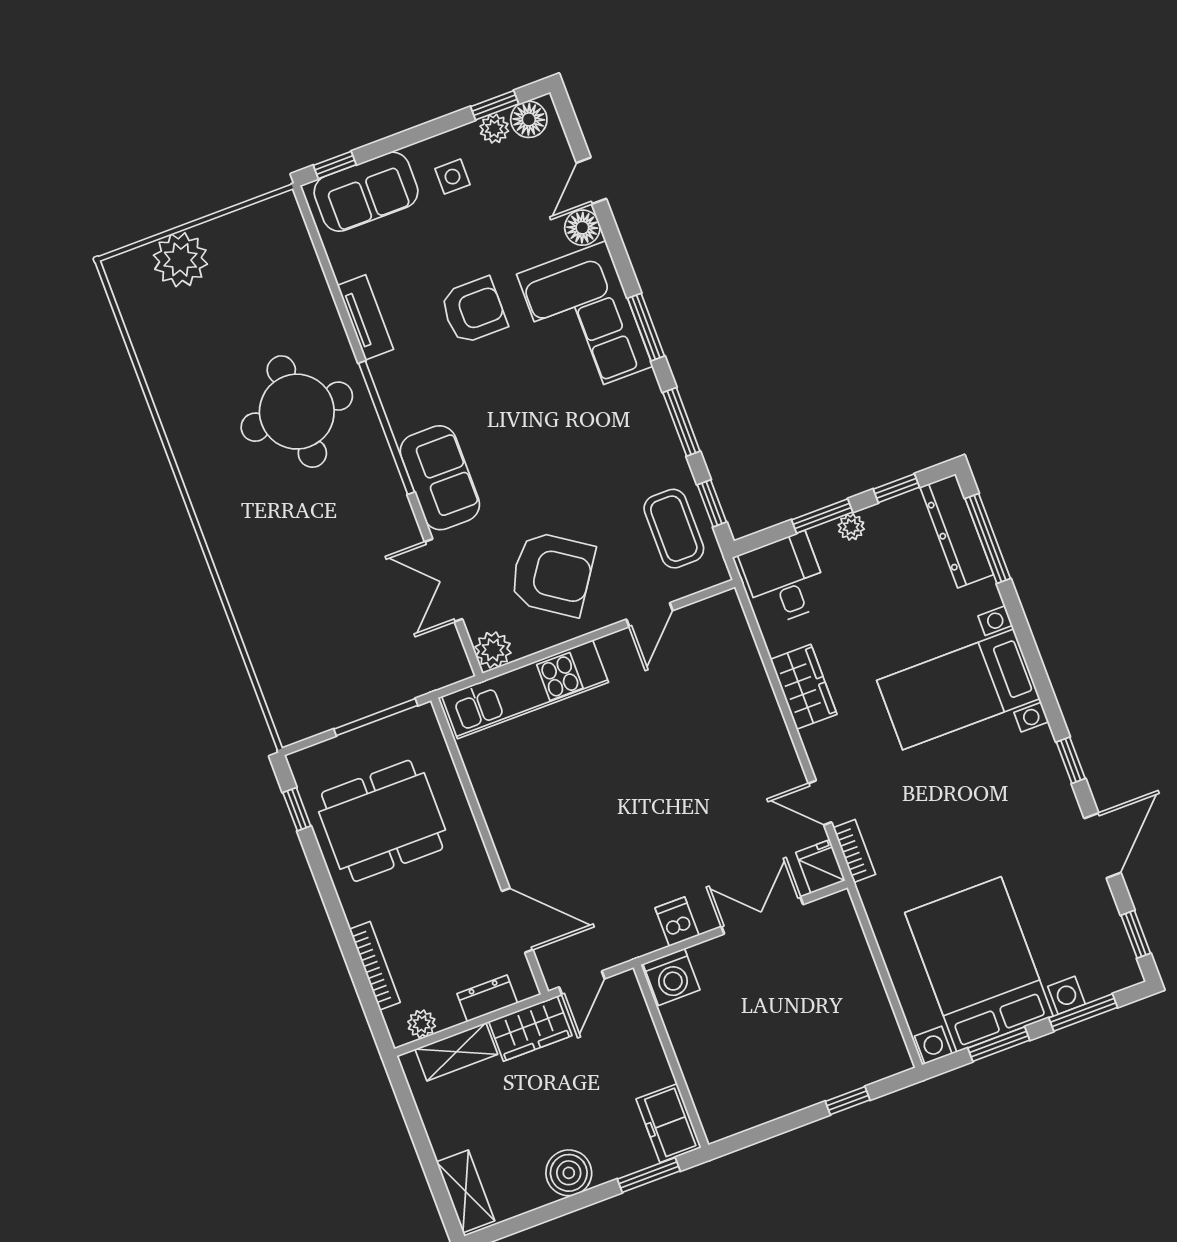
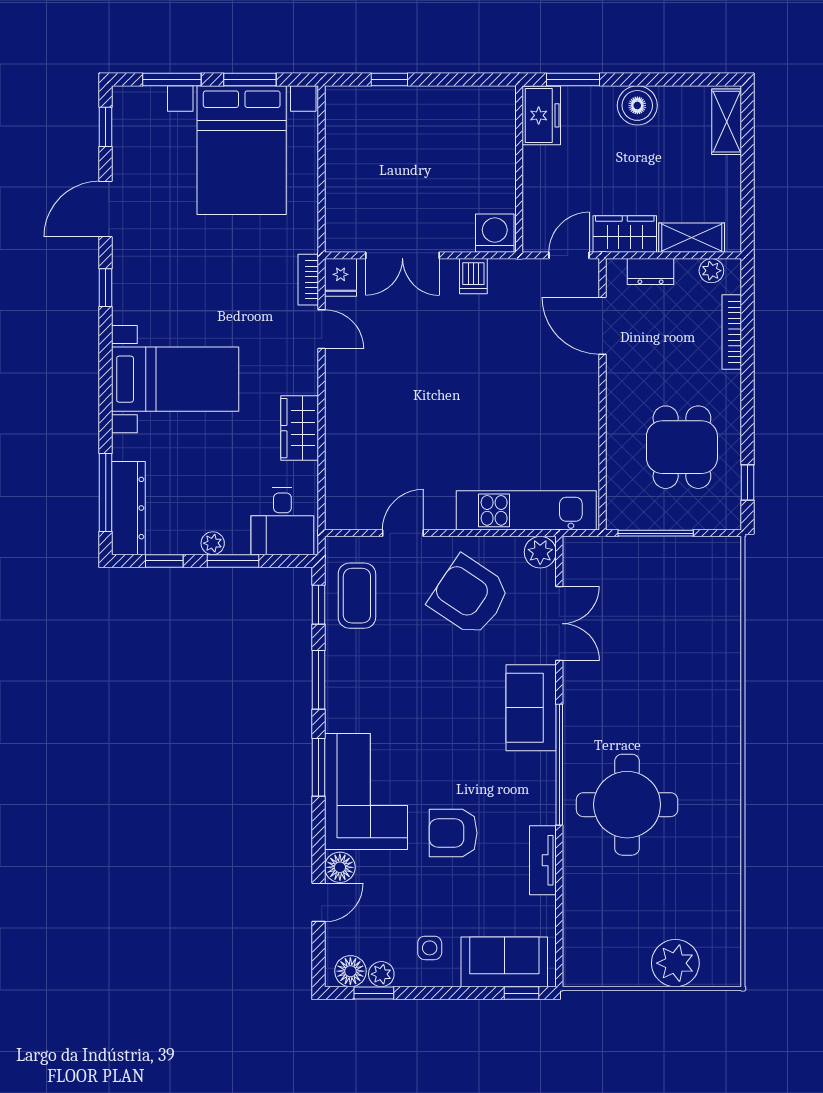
dining table: (382, 821) -> (682, 447), width x0.73

